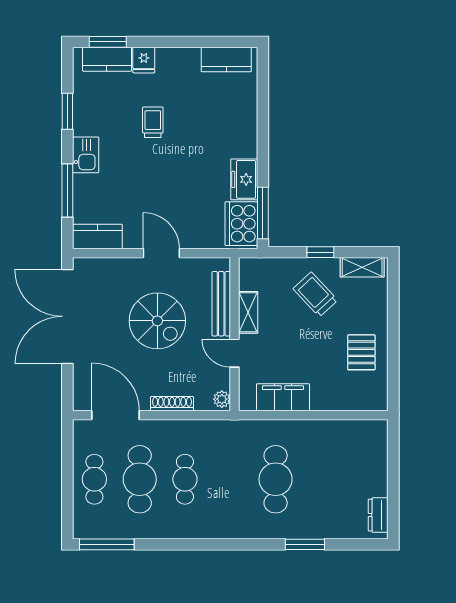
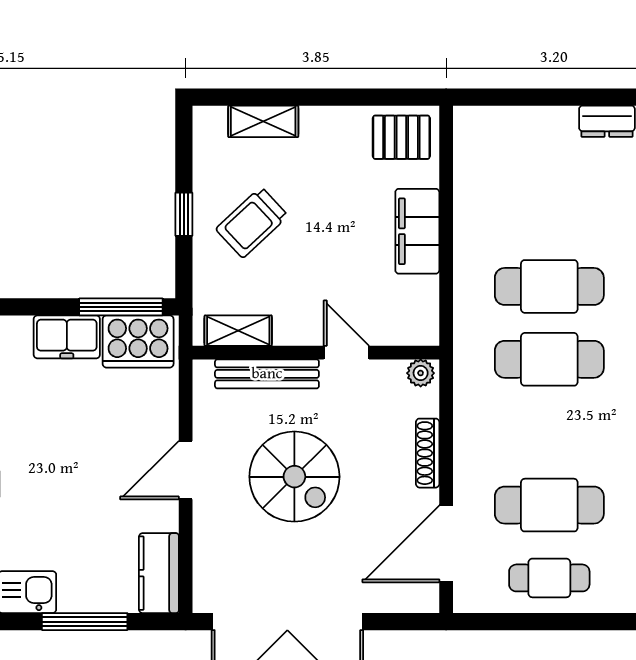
shelving: (362, 267) -> (263, 121), moved, turned 90
shelving: (248, 312) -> (238, 331), moved
spiral stairs: (157, 321) -> (294, 477), turned 90
pallet: (361, 352) -> (401, 137), moved
door: (234, 353) -> (346, 353), swing flipped
filing cabinet: (283, 397) -> (417, 231), moved
cafe table: (185, 479) -> (549, 359), moved, width x1.37, depth x1.35

